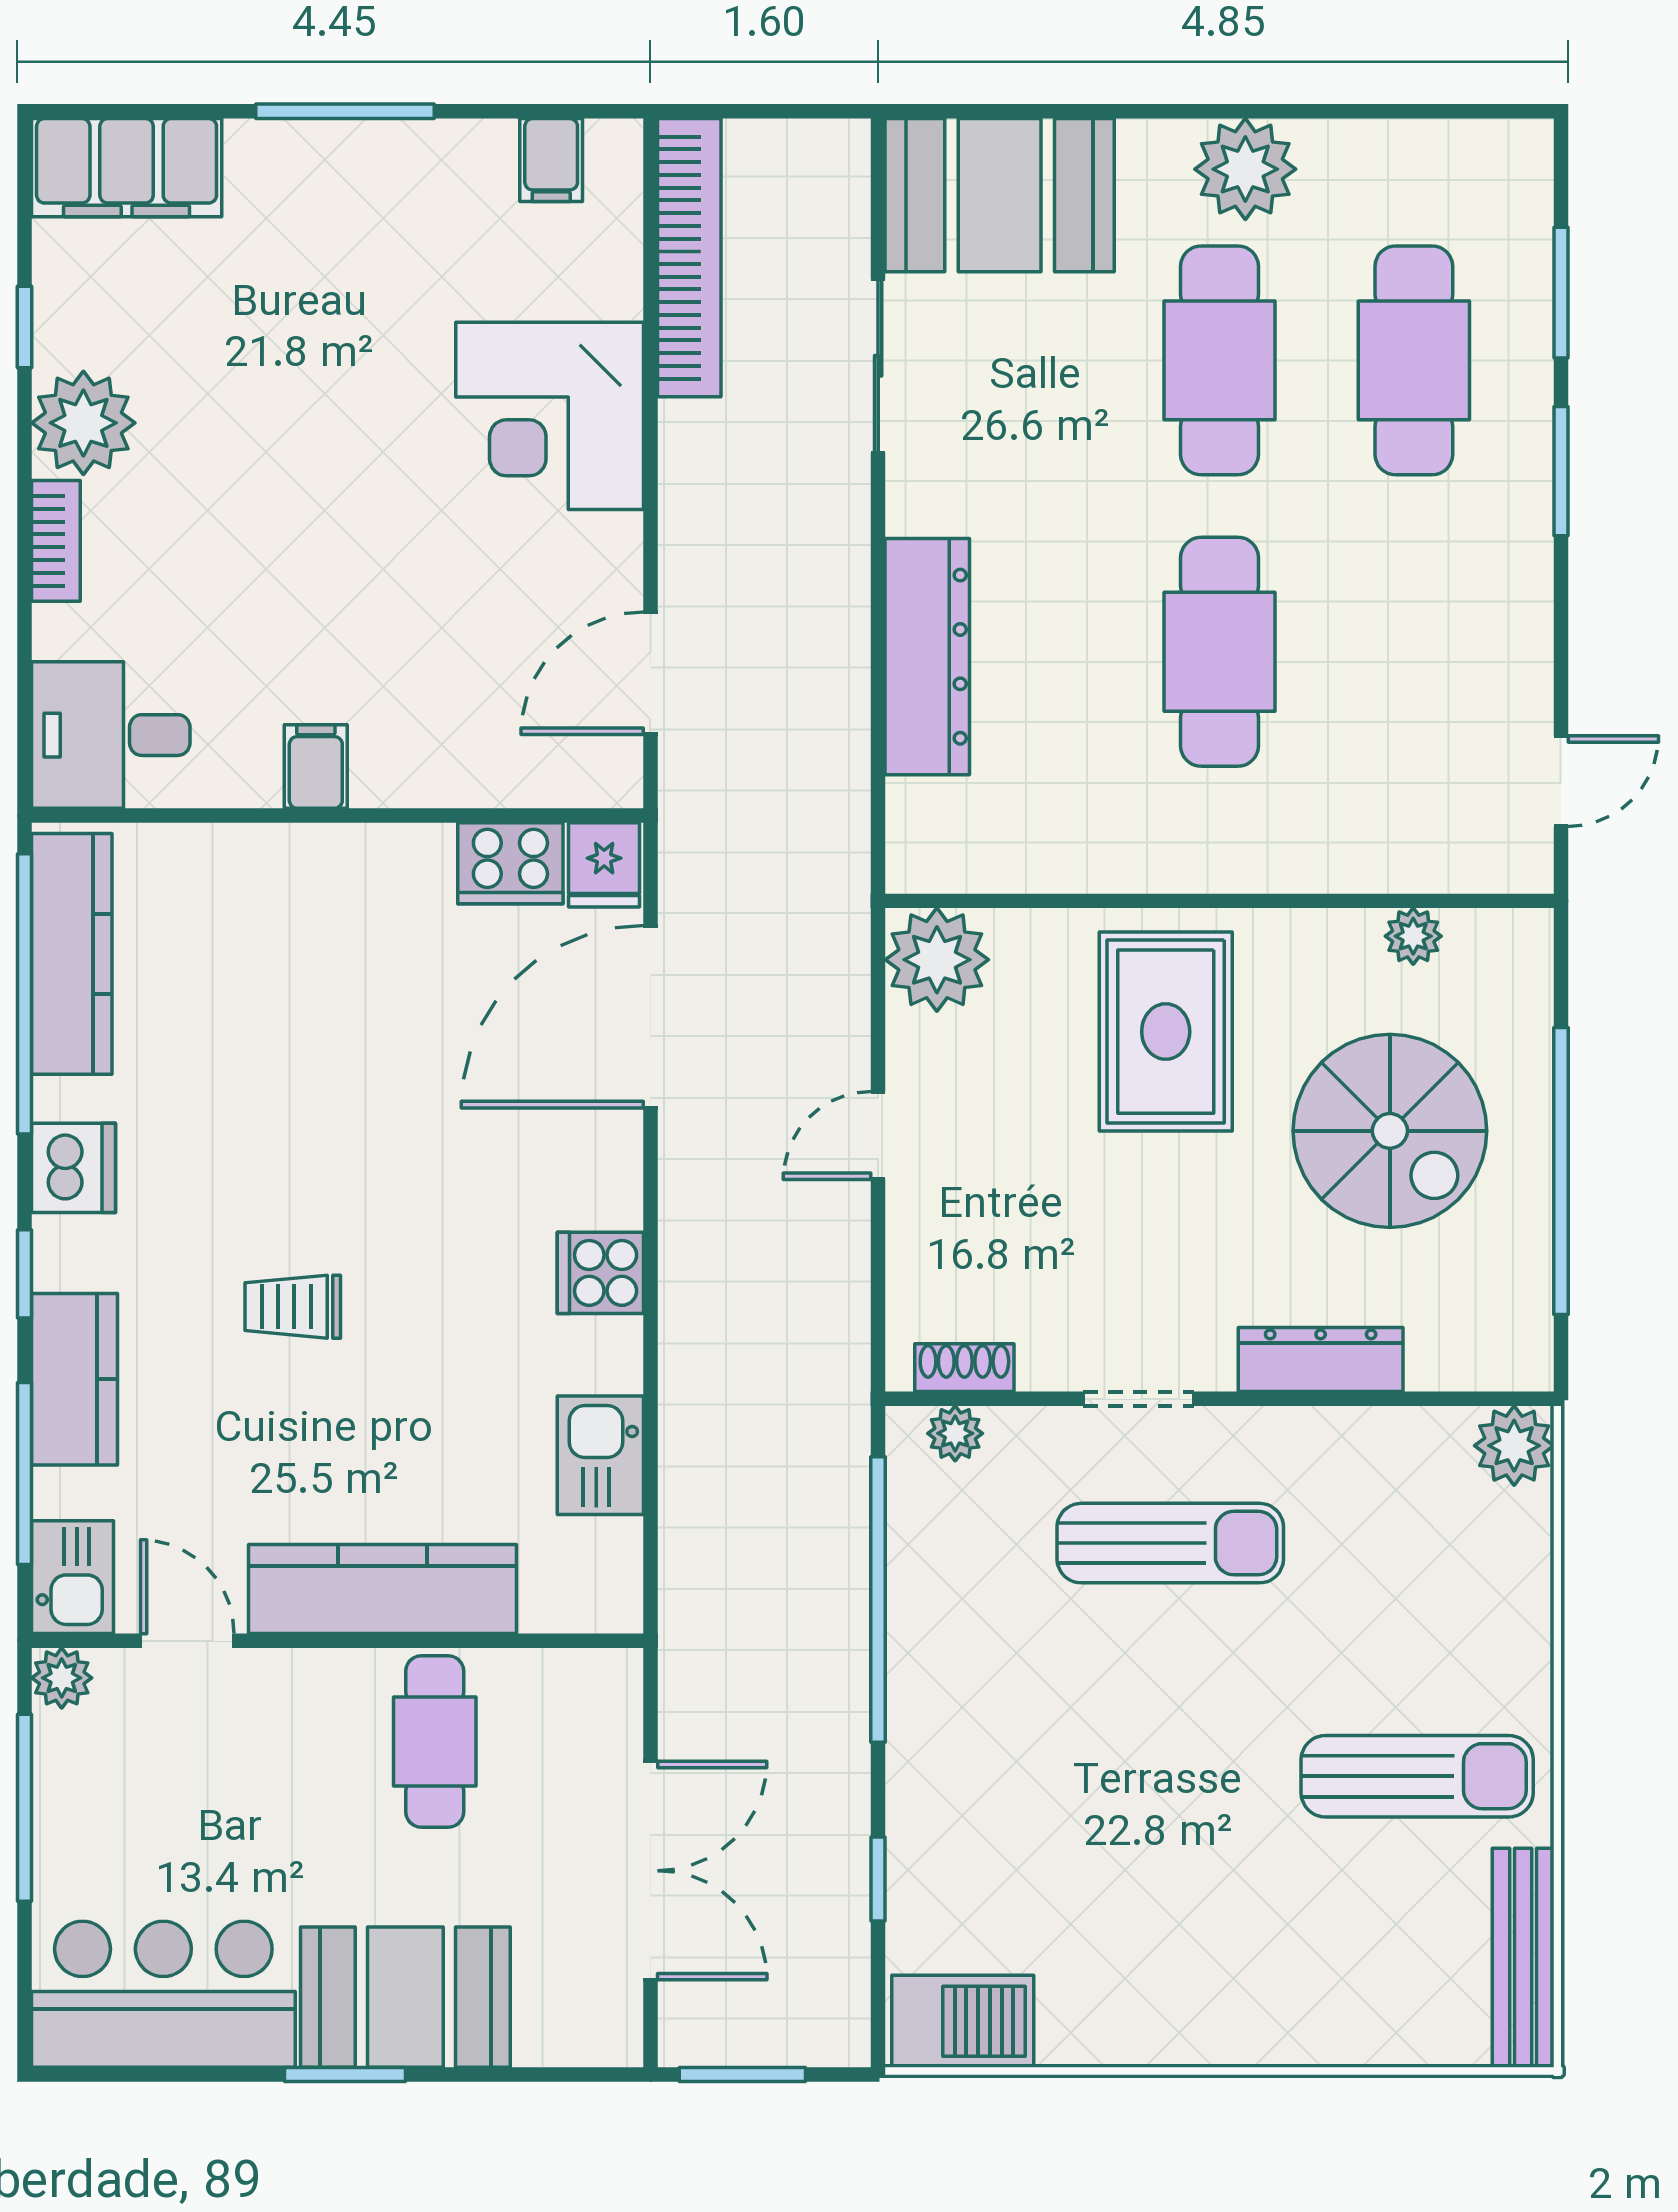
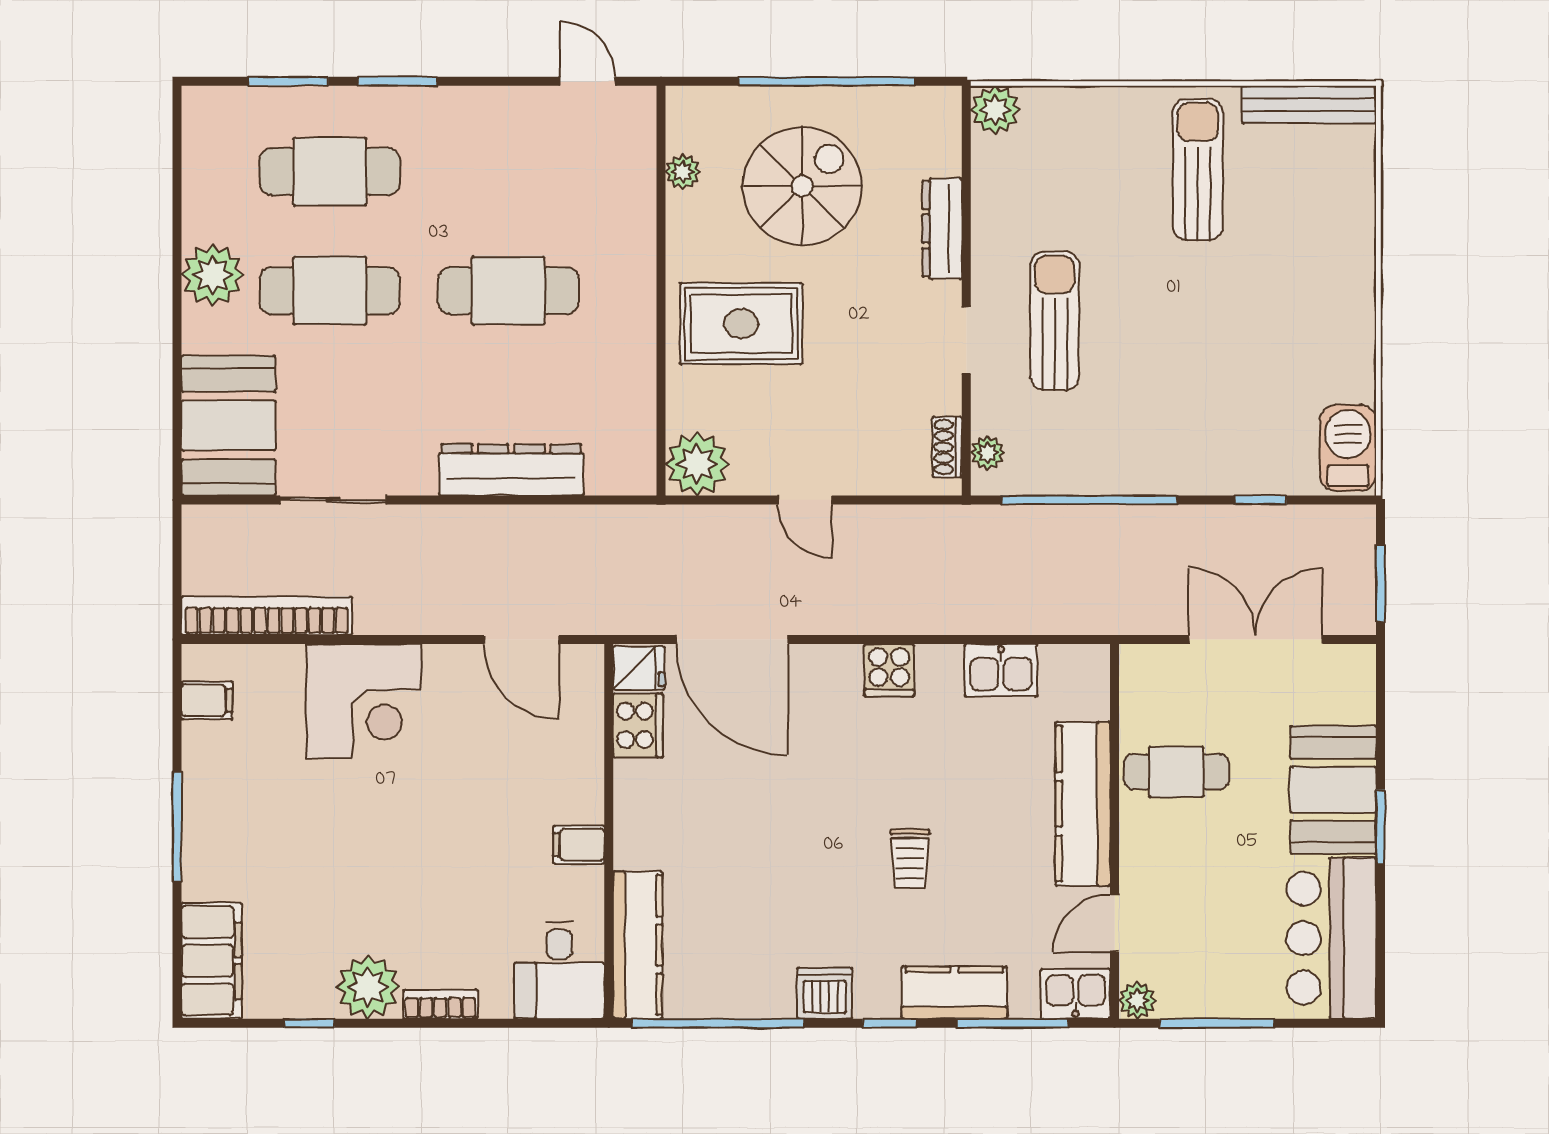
kitchen counter: (72, 954) -> (638, 945), moved, turned 90

